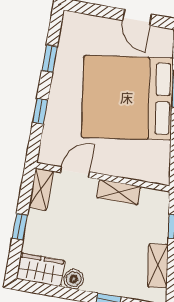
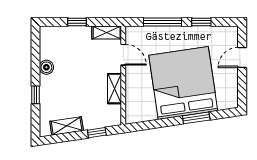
door: (137, 17) -> (242, 57), moved
window: (40, 111) -> (163, 22), width x2.17
wardrobe: (41, 270) -> (49, 42), removed

